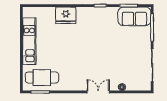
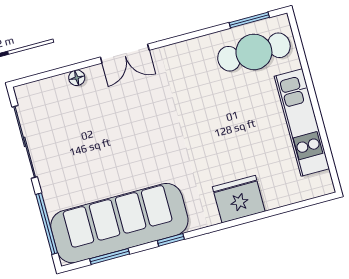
sofa: (134, 16) -> (119, 223), width x1.85, depth x1.27

